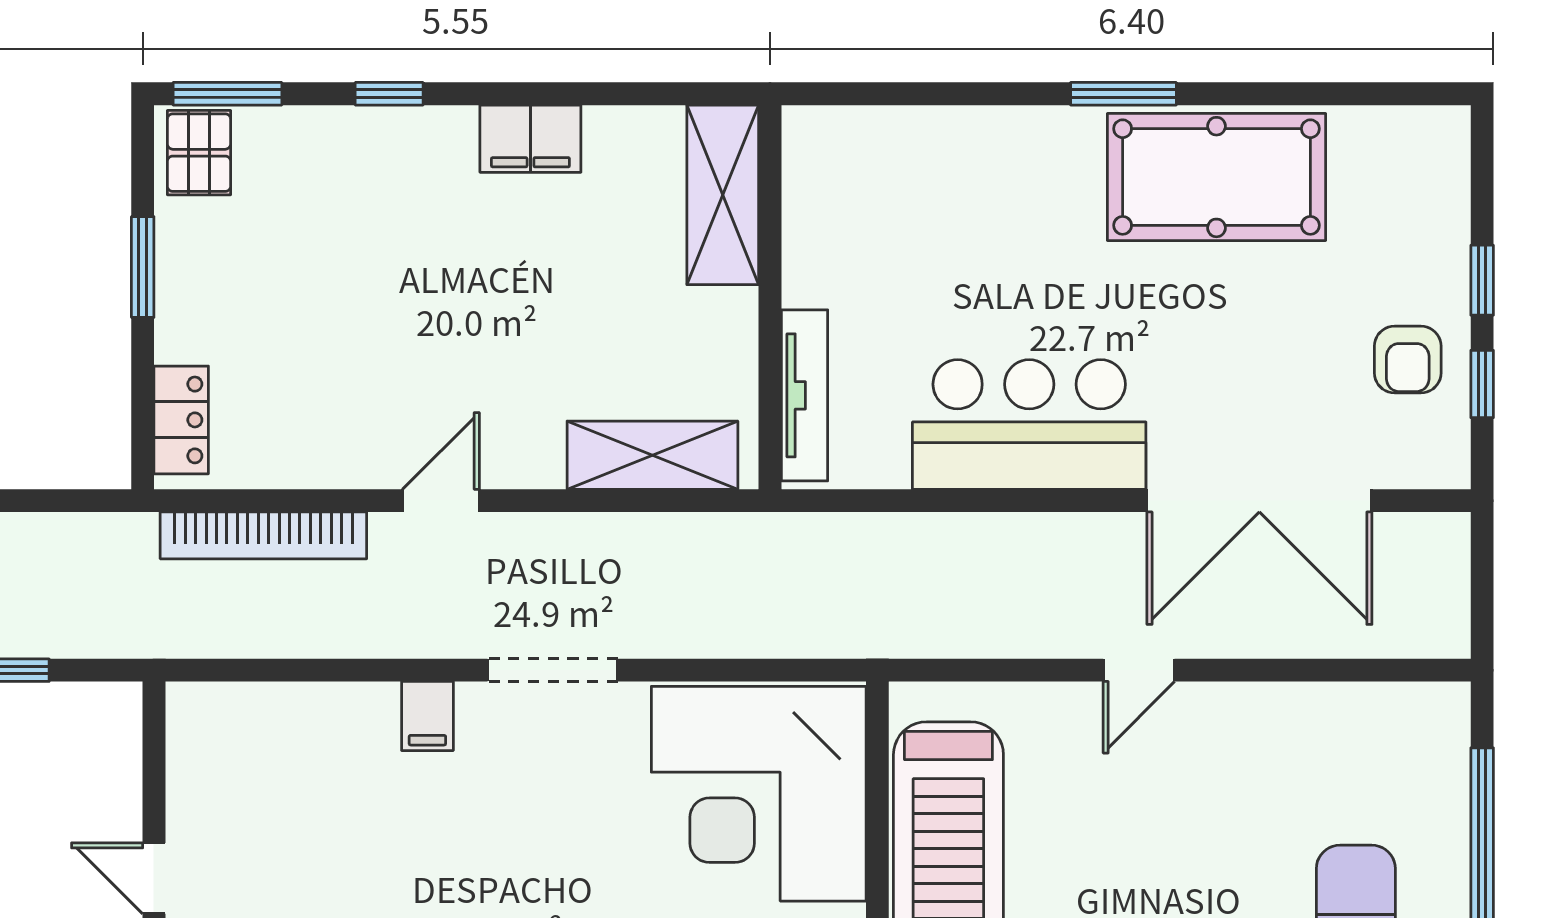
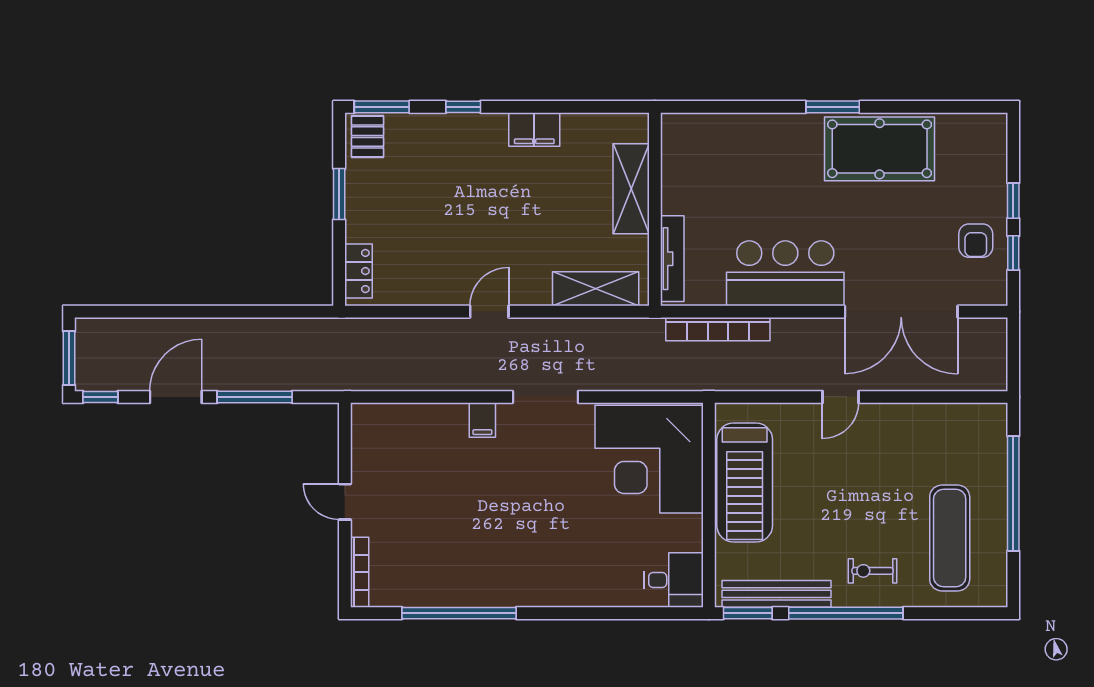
shelving: (723, 195) -> (631, 189), moved
bookcase: (263, 535) -> (718, 329), moved

